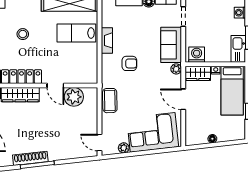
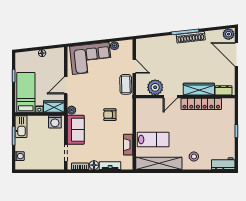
stool: (23, 34) -> (194, 157), moved
fireplace: (107, 40) -> (128, 145), moved
door: (55, 85) -> (170, 97), swing flipped
door: (183, 99) -> (66, 85), swing flipped
door: (99, 143) -> (134, 66), moved

